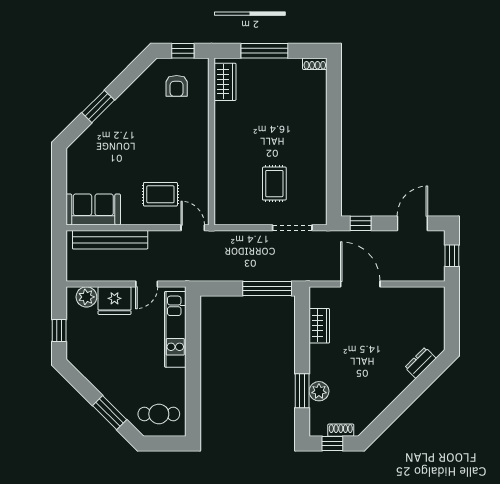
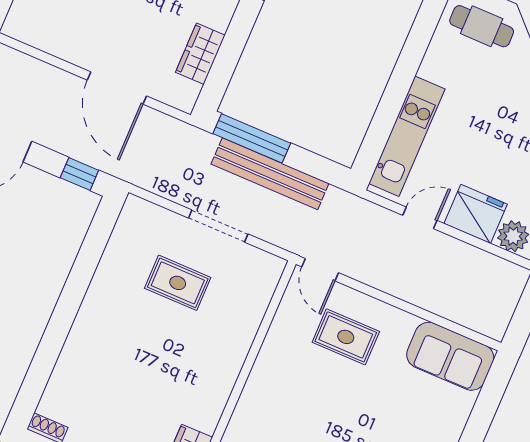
rug: (274, 184) -> (178, 283), turned 90
doorway: (292, 228) -> (218, 226), moved
bench: (110, 240) -> (270, 174), moved

